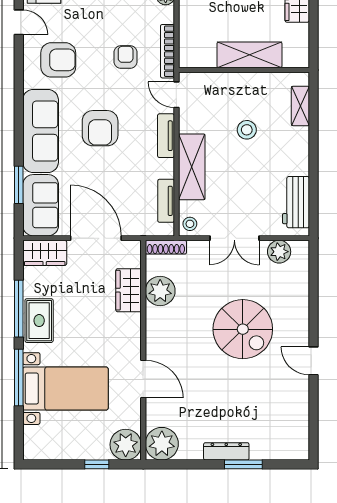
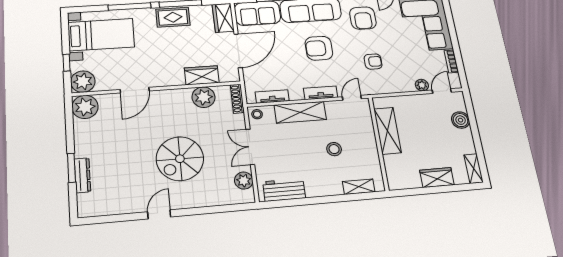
bookcase: (167, 51) -> (382, 89), removed
shelving: (249, 55) -> (388, 131), moved
bed with nightstands: (65, 389) -> (101, 35), moved, turned -90
dresser: (226, 451) -> (82, 175), moved

